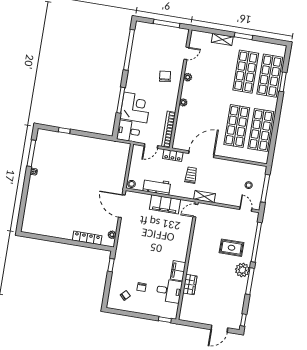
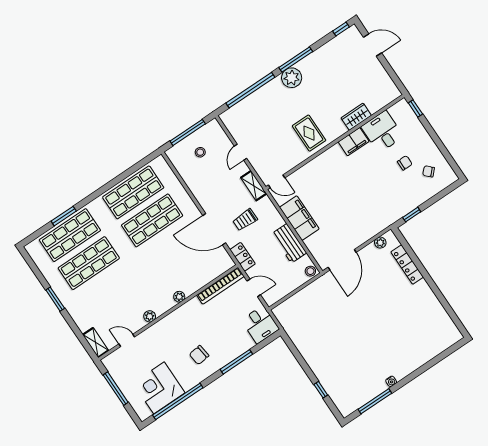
shelving: (222, 39) -> (96, 343), moved
chair: (165, 76) -> (199, 355), moved
corner desk: (135, 108) -> (159, 388), moved
door: (246, 209) -> (241, 152), moved
rug: (231, 248) -> (309, 133), moved

